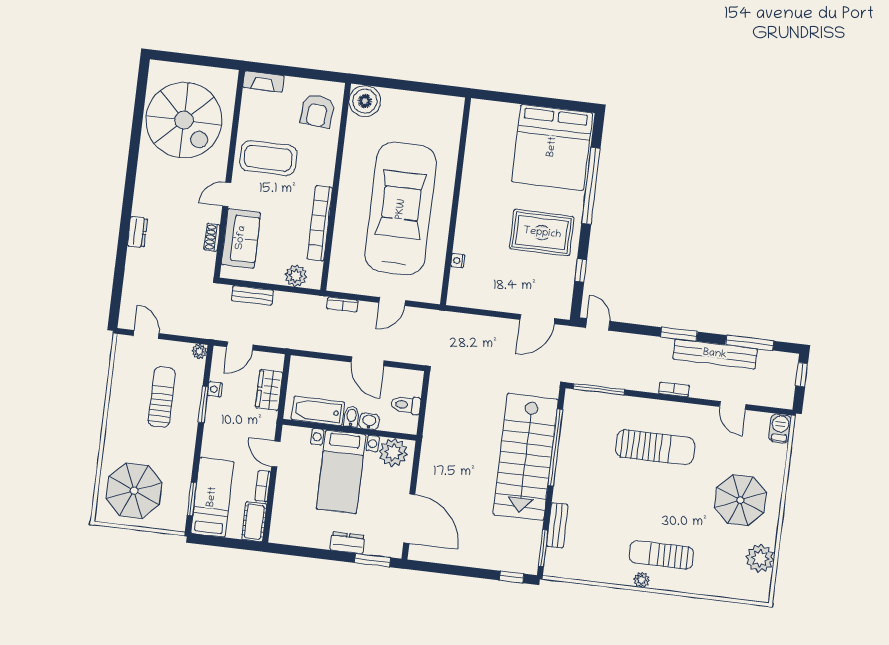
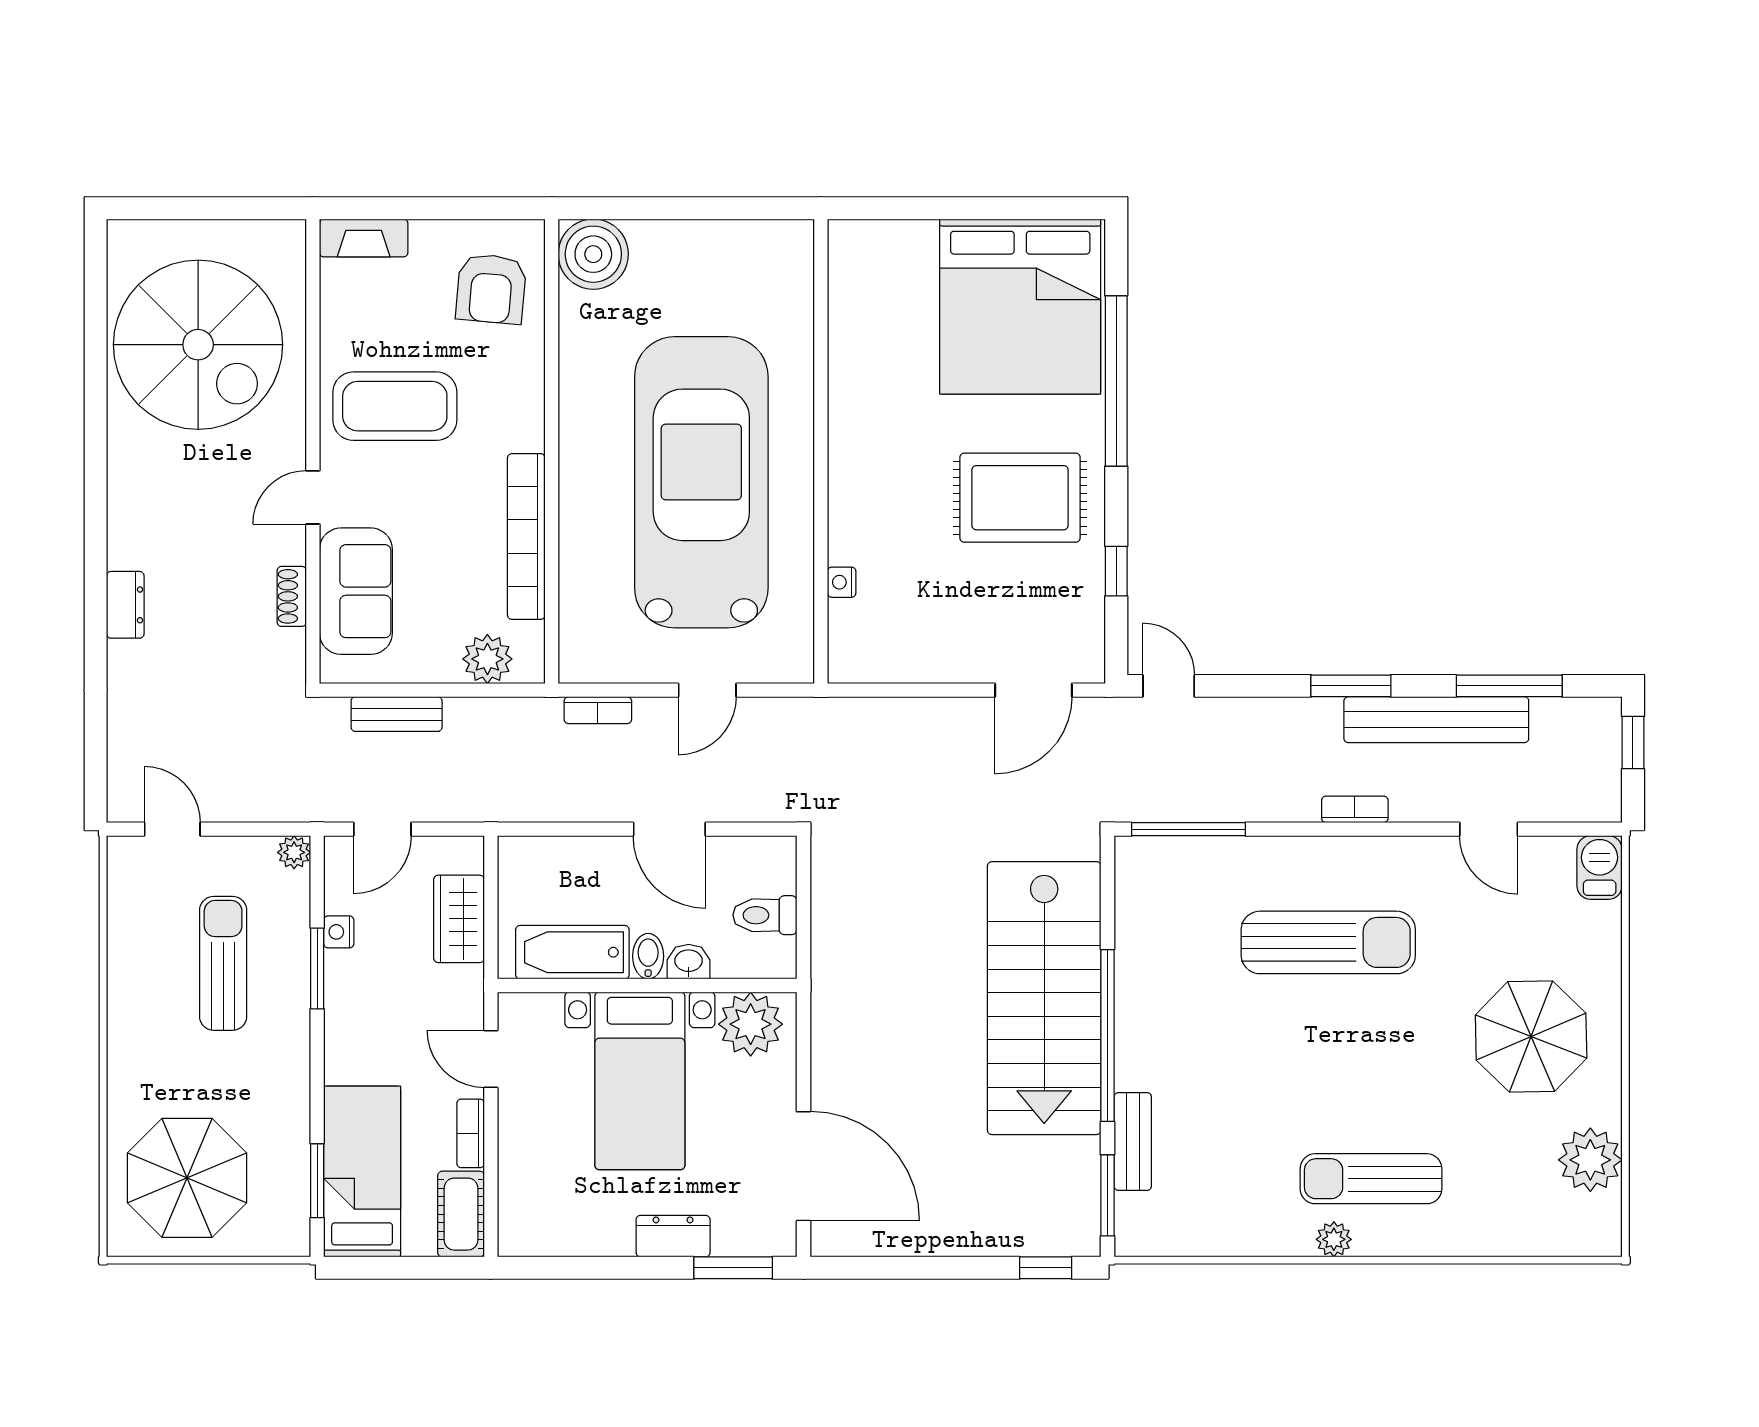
window: (555, 447) -> (1108, 1035), moved

